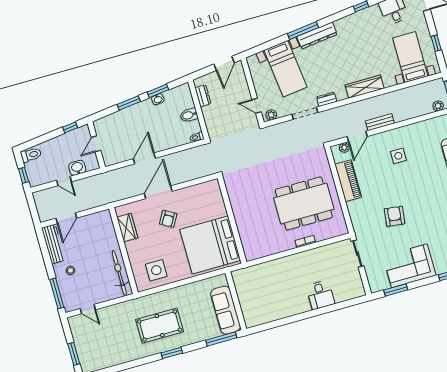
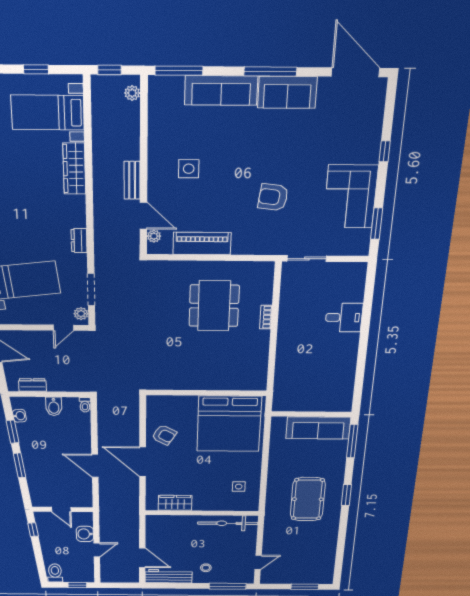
wardrobe: (365, 87) -> (74, 169), moved
washbasin: (158, 99) -> (19, 416), moved
doorway: (305, 113) -> (91, 290), moved
dining table: (304, 203) -> (214, 306), width x0.73, depth x0.80
armchair: (168, 219) -> (164, 435), moved
side table: (156, 270) -> (239, 487), width x0.54, depth x0.54

